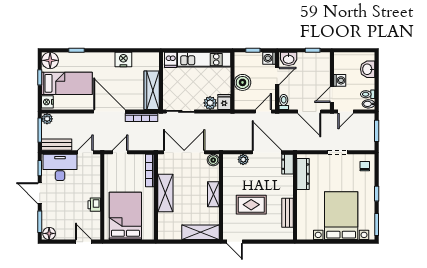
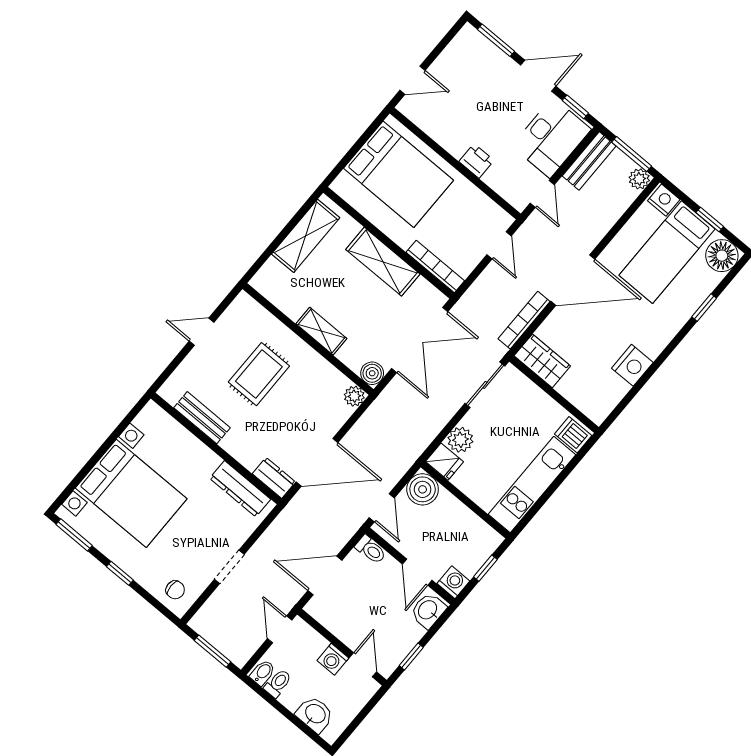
boiler: (243, 82) -> (423, 489), moved
wardrobe: (152, 90) -> (542, 361), width x0.67
door: (332, 95) -> (363, 665), moved
plant: (243, 160) -> (354, 396), moved
printer: (94, 205) -> (476, 161), moved
shelving: (200, 232) -> (306, 236), moved
floor lamp: (49, 233) -> (467, 40), removed
door: (235, 242) -> (202, 332), moved

